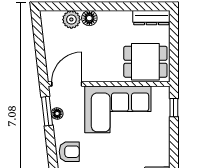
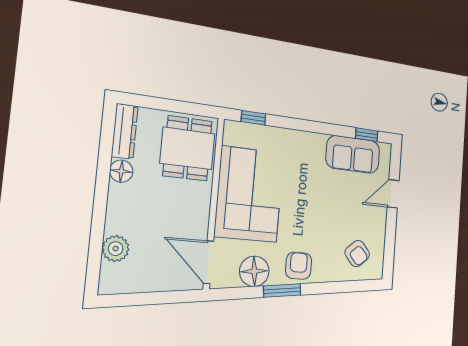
floor lamp: (89, 18) -> (121, 171), moved
window: (47, 111) -> (282, 290), moved
floor lamp: (57, 114) -> (254, 271), width x1.89, depth x1.89

